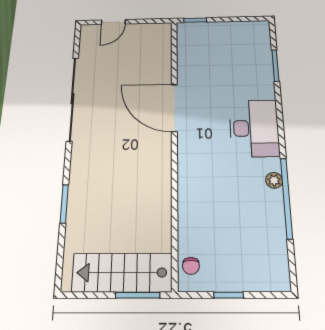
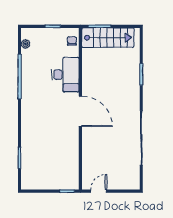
door: (113, 22) -> (99, 191), moved
door: (174, 108) -> (80, 111), moved
desk: (254, 128) -> (65, 75), moved, turned 180
plant: (274, 180) -> (25, 44), moved

